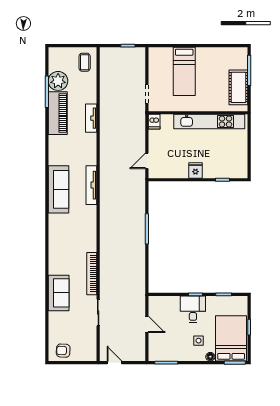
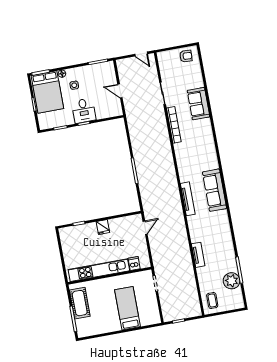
piano: (58, 113) -> (227, 254), removed
dishwasher: (154, 122) -> (134, 263), moved

